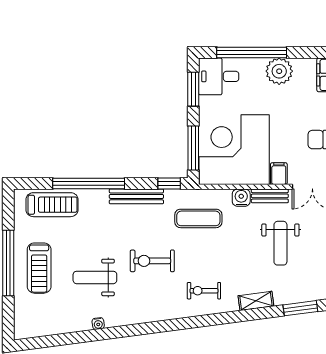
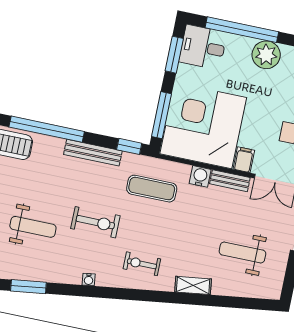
weight bench: (280, 243) -> (242, 253), moved, turned 90
exercise bike: (152, 261) -> (95, 222), turned 180
weight bench: (95, 277) -> (33, 227), turned 180
window: (300, 308) -> (28, 287), moved
water cooler: (98, 324) -> (89, 280), moved

